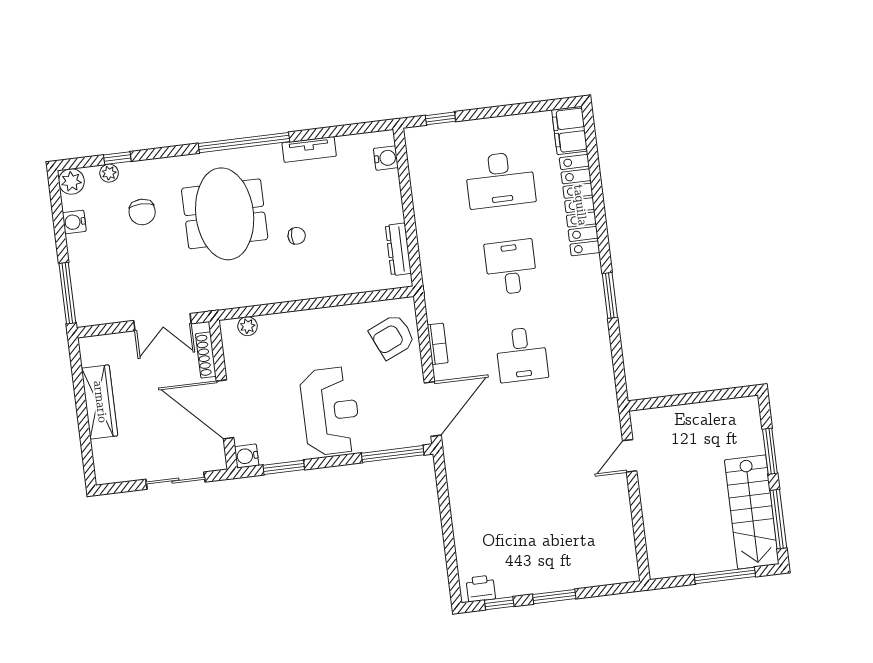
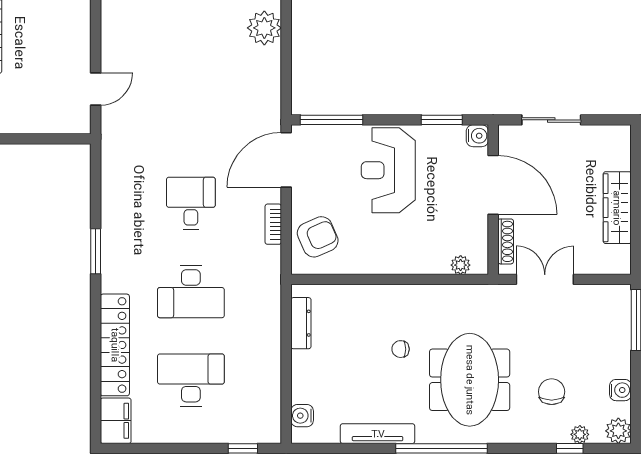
tv unit: (309, 149) -> (378, 434), width x1.41
desk: (511, 267) -> (191, 292), width x1.37
plant: (470, 537) -> (264, 28), added

